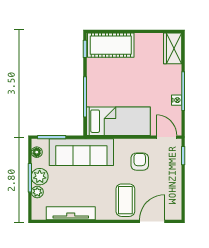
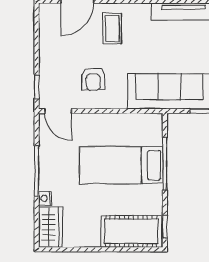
nightstand: (177, 100) -> (45, 198), moved
bed: (118, 121) -> (121, 165), moved
coffee table: (125, 200) -> (112, 29), width x0.73, depth x0.77

